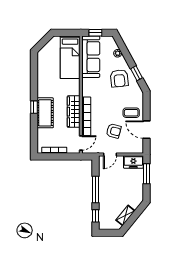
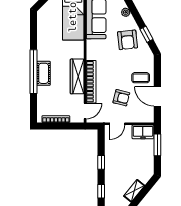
window: (34, 107) -> (33, 72), width x3.17
cot: (45, 113) -> (44, 73), width x0.73, depth x0.75
window: (95, 190) -> (101, 162), width x0.46

